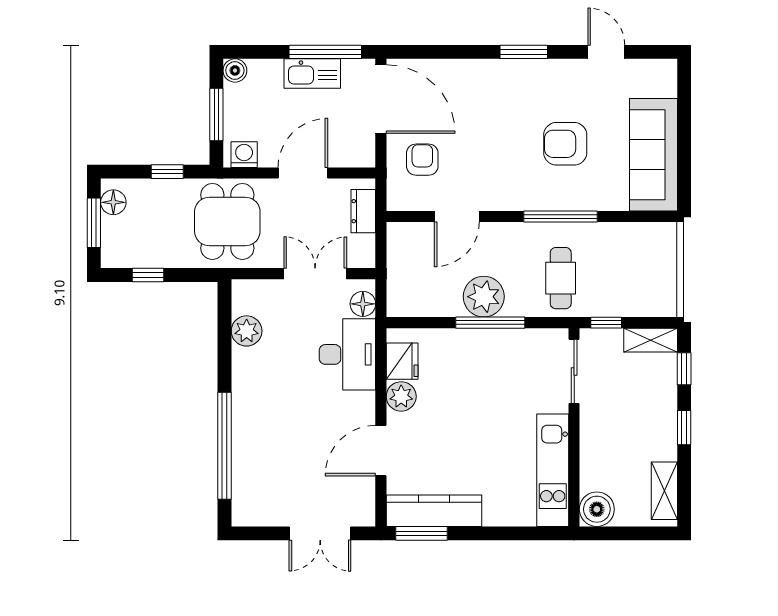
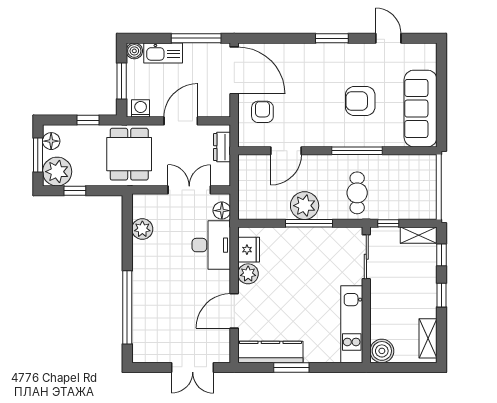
kitchen sink: (312, 74) -> (163, 53), moved
plant: (122, 247) -> (57, 172), added
window: (421, 533) -> (291, 367), moved

